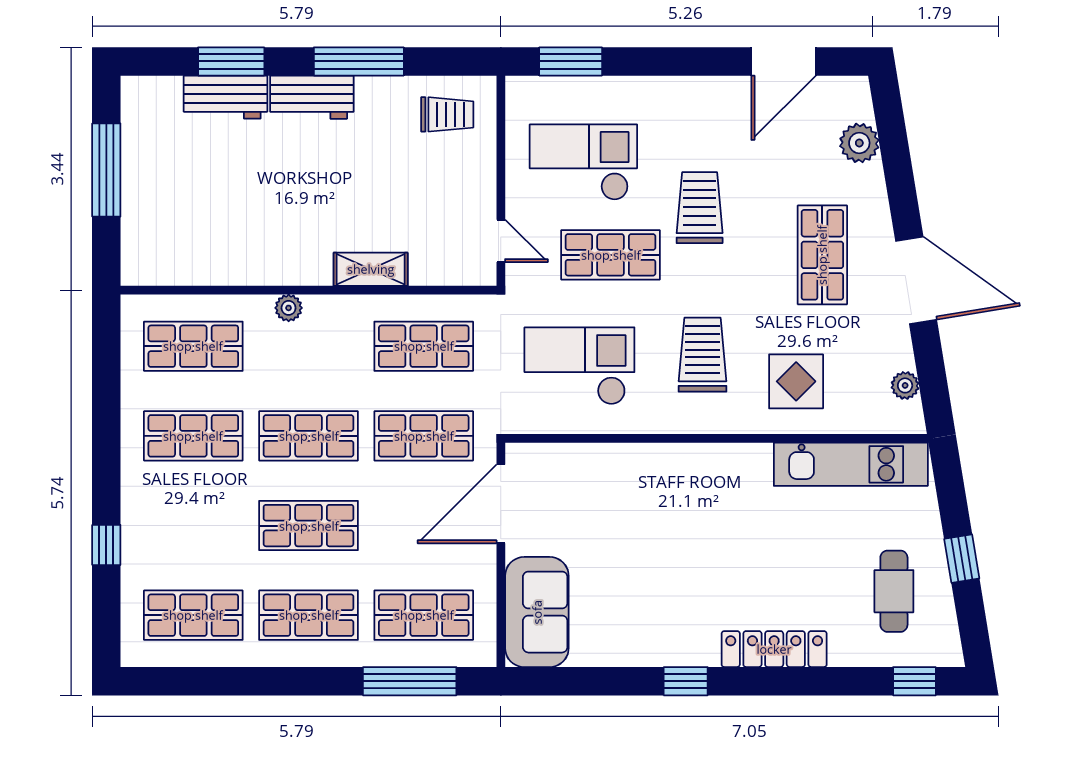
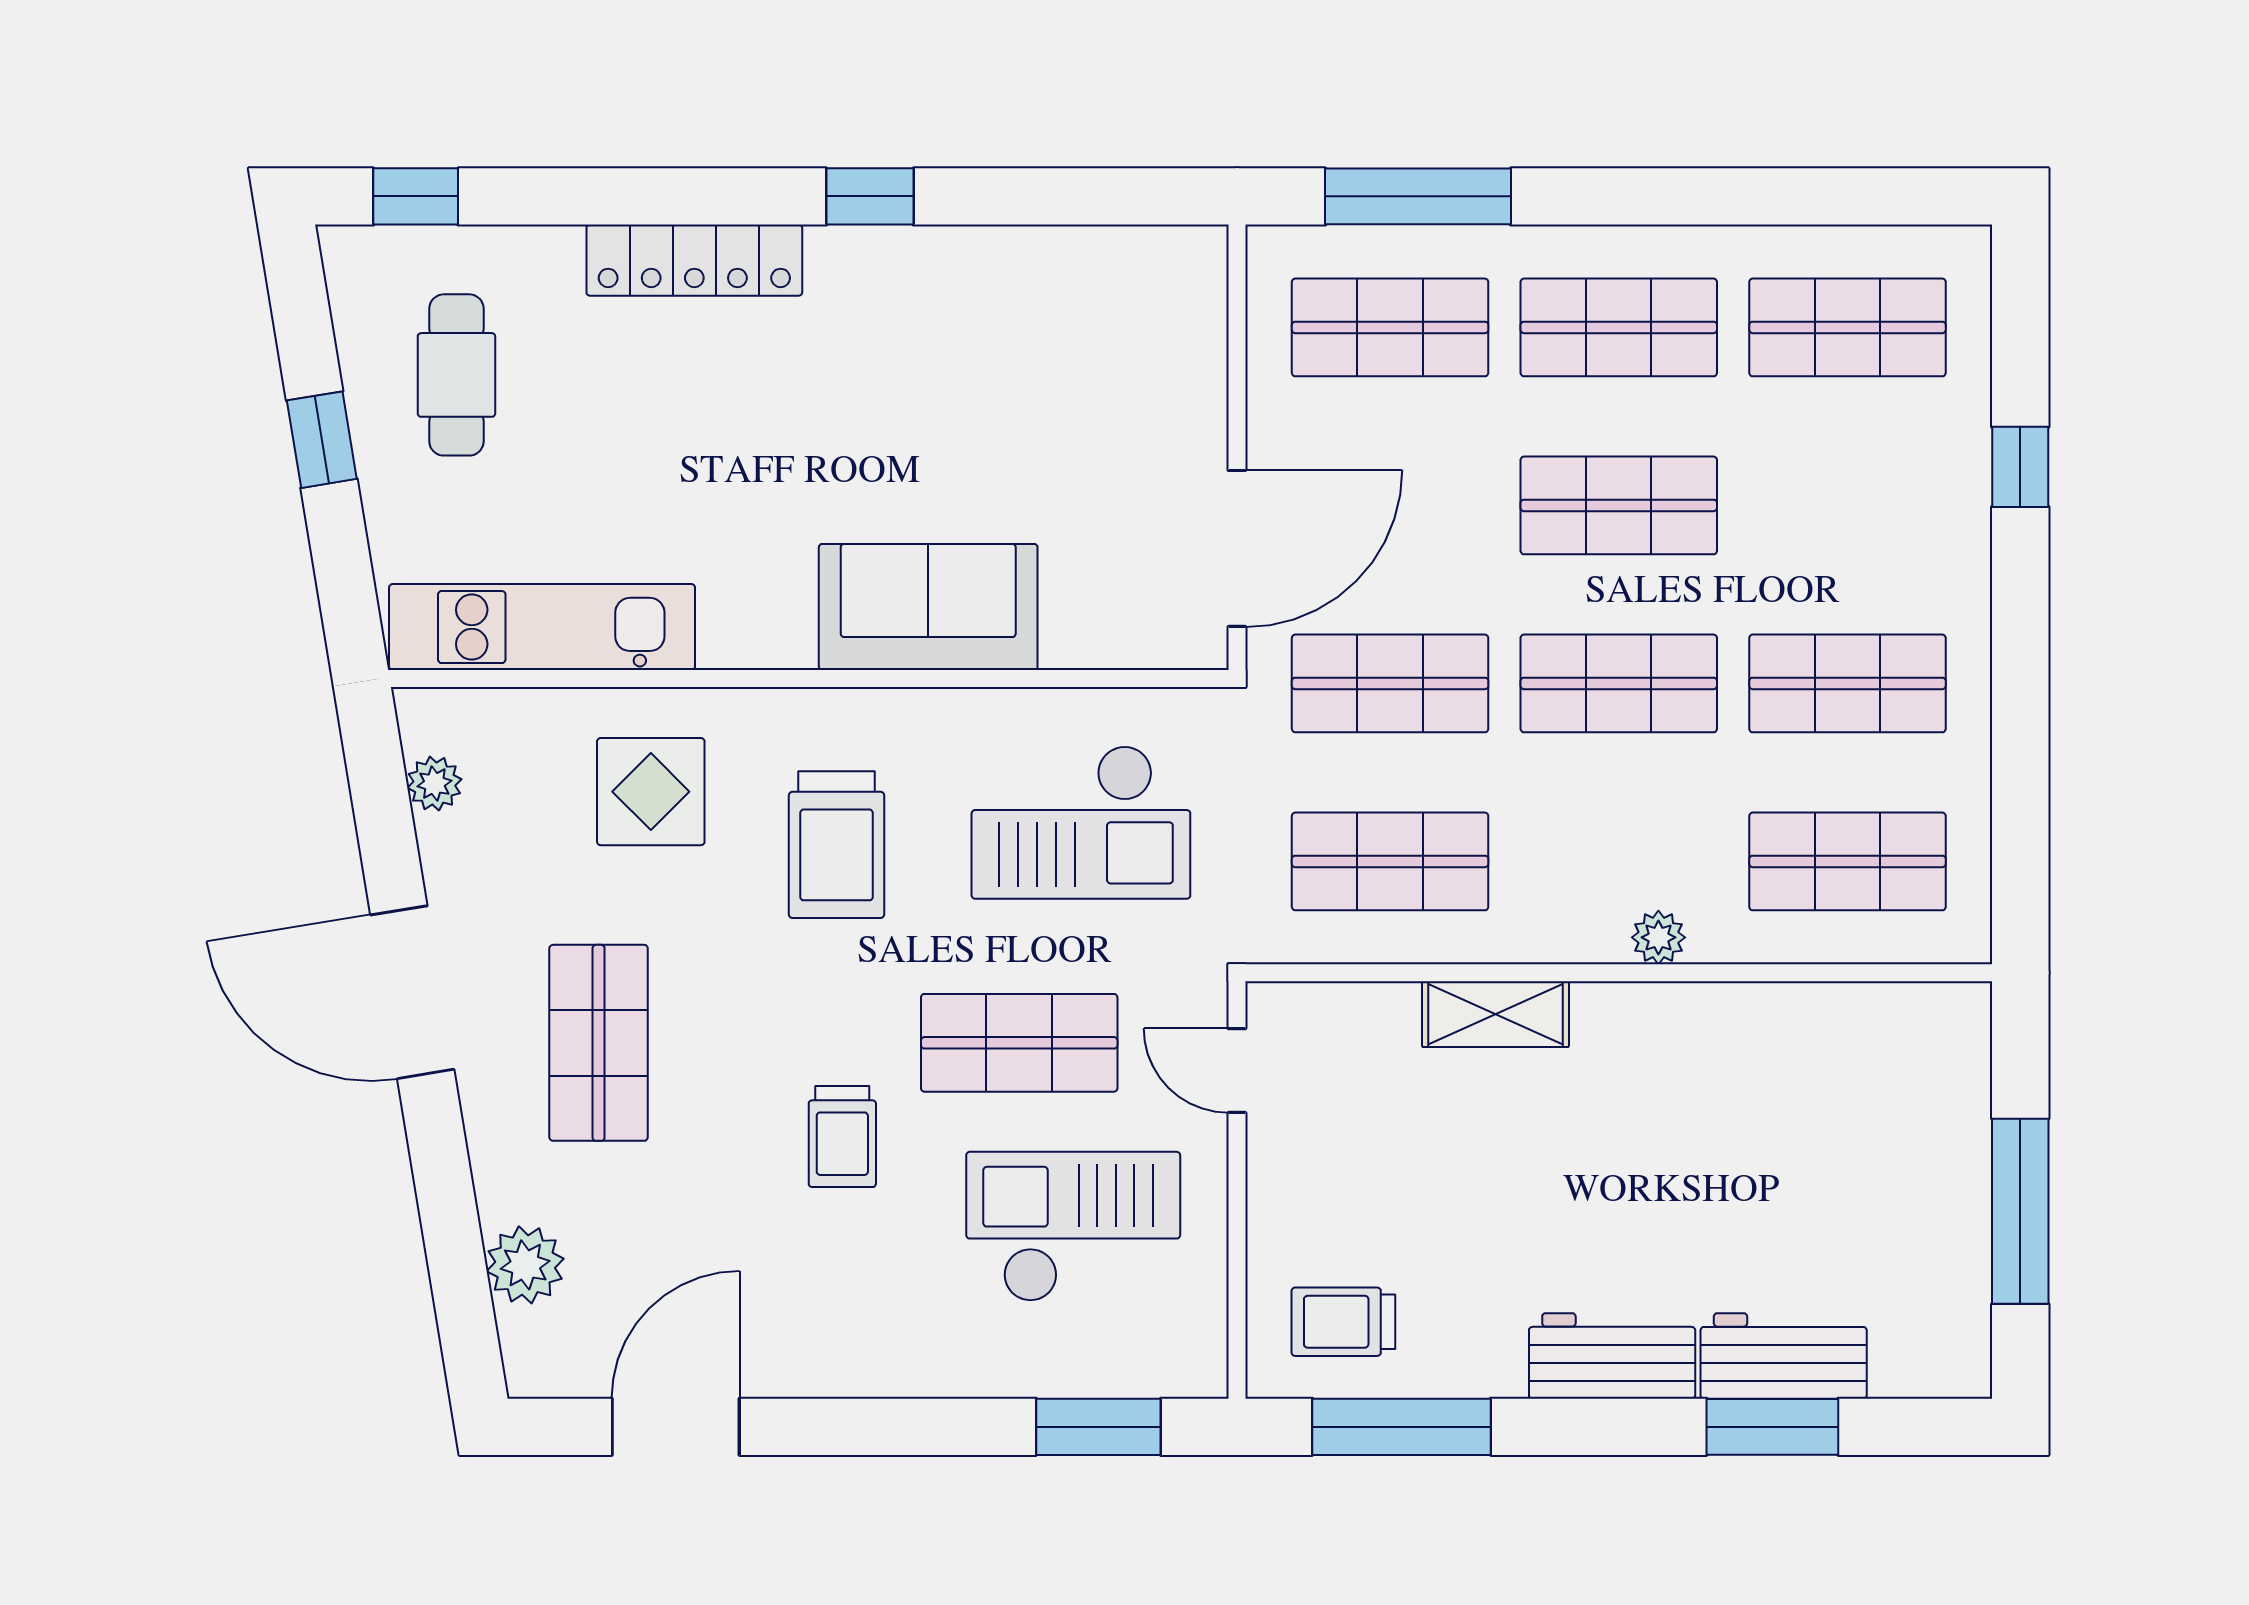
window: (359, 61) -> (1402, 1427), moved
checkout: (583, 162) -> (1073, 1227), turned 180
trolley: (700, 208) -> (842, 1137), width x0.73, depth x0.72
sofa: (537, 612) -> (928, 607), moved, turned 90

